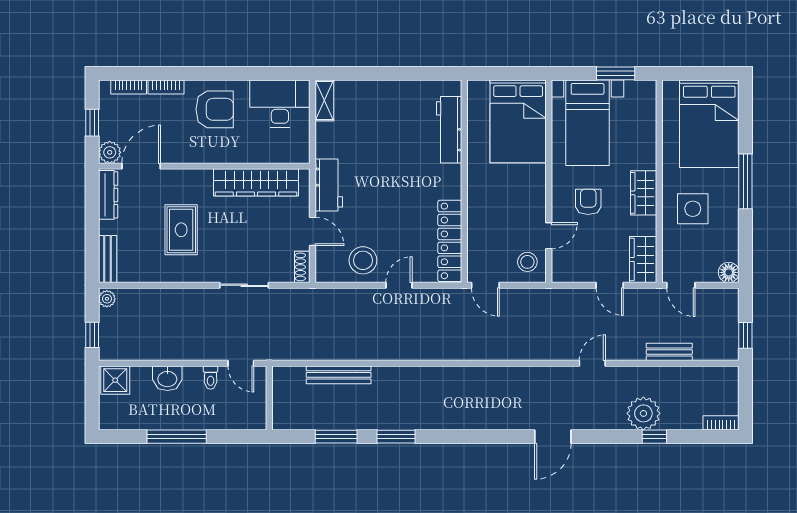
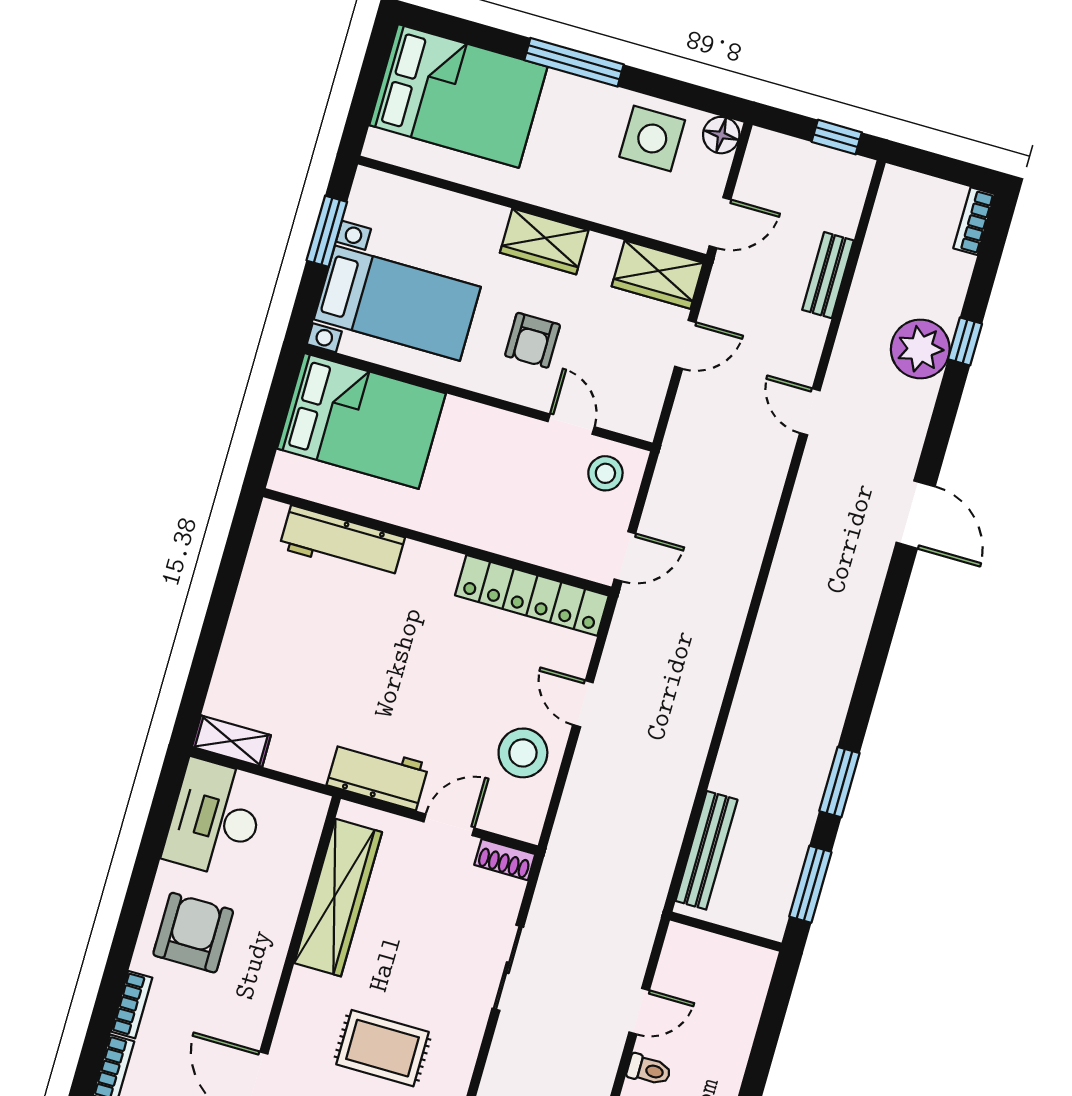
armchair: (588, 202) -> (533, 340), turned -90
side table: (693, 209) -> (652, 138), moved
wall: (269, 398) -> (726, 932), moved

